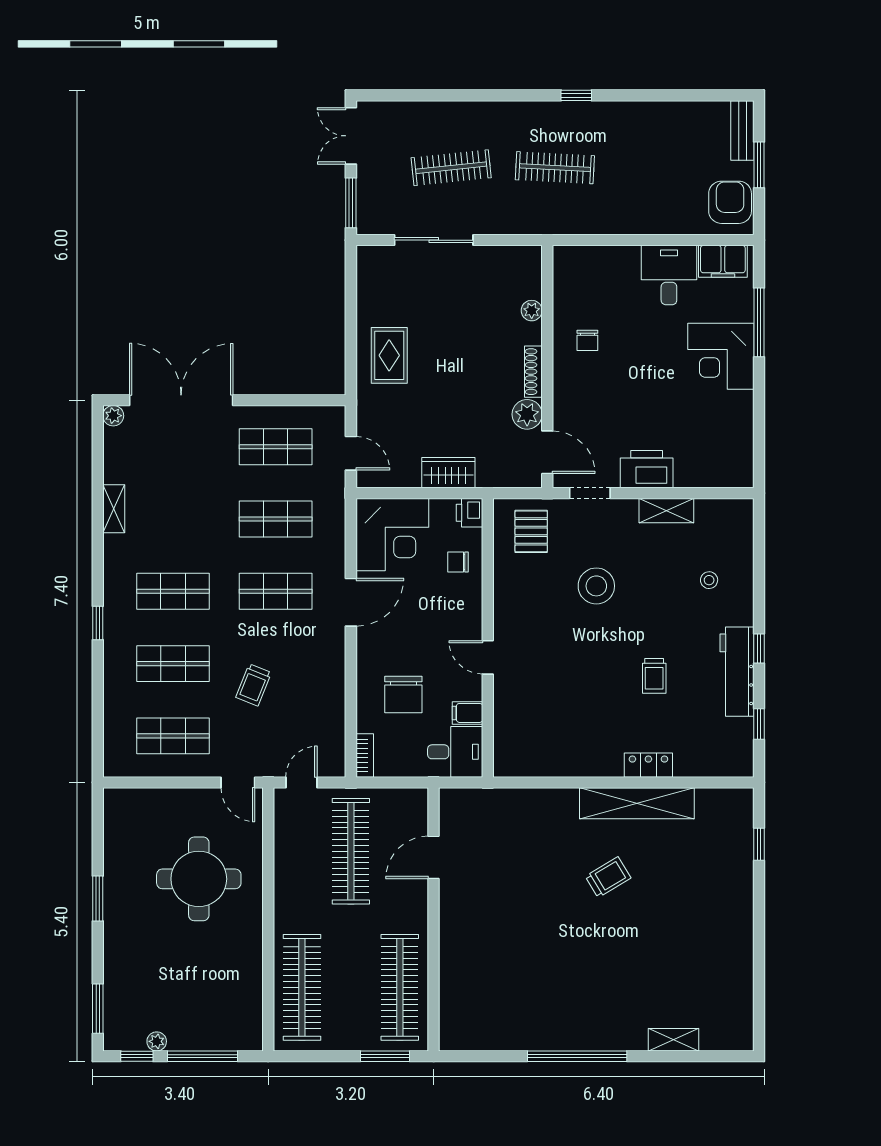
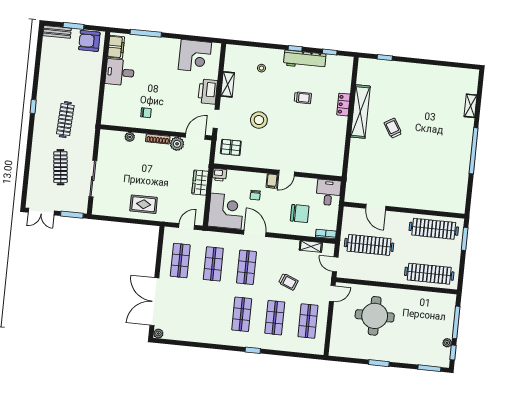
corner desk: (721, 356) -> (195, 56), moved
shelving: (114, 509) -> (311, 246), moved
chair: (458, 562) -> (255, 195), moved
filing cabinet: (467, 713) -> (272, 181), moved

